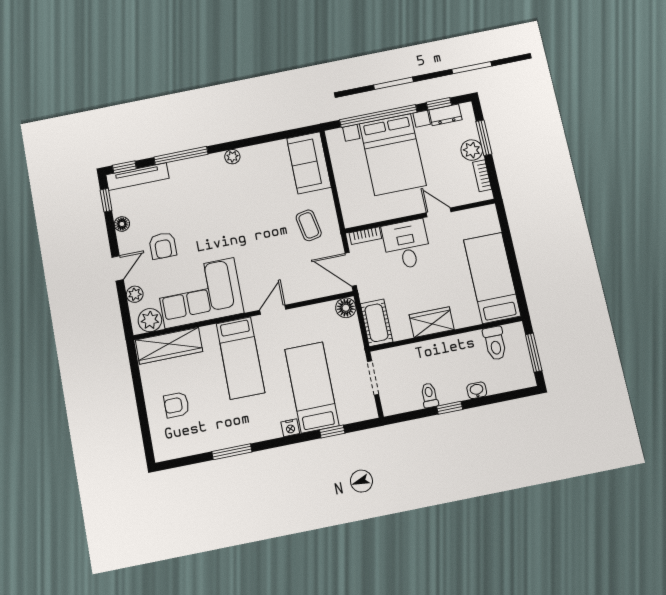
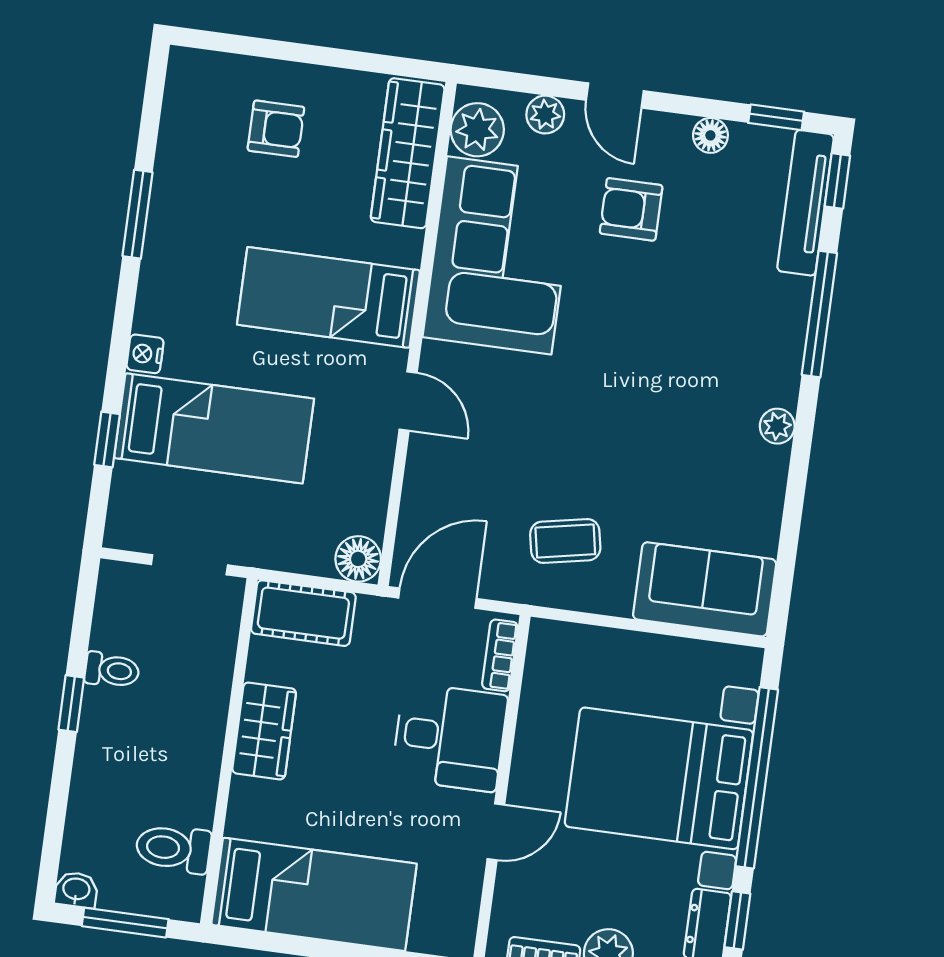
washbasin: (477, 390) -> (76, 890), moved, turned -90
armchair: (177, 405) -> (276, 129), turned 90

